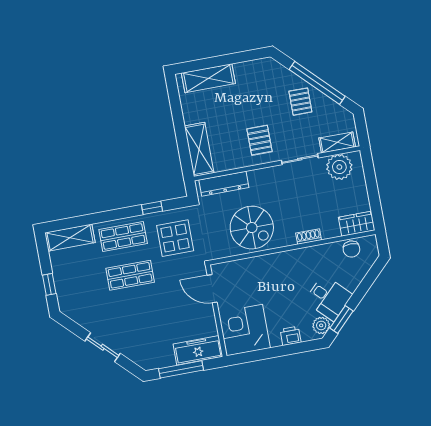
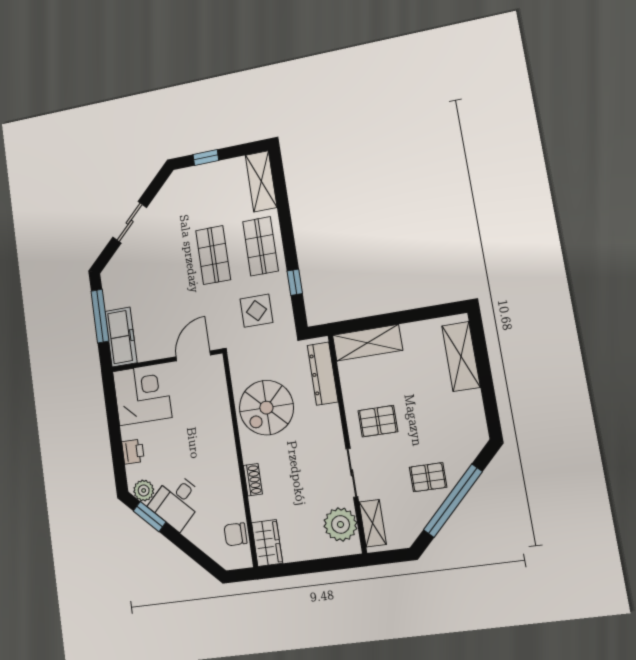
display table: (175, 238) -> (256, 311), width x0.73, depth x0.73

